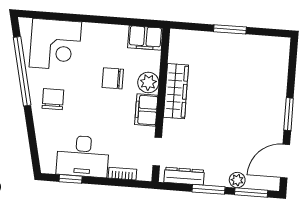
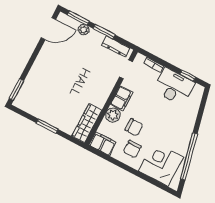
wardrobe: (176, 91) -> (87, 123), moved
chair: (53, 99) -> (132, 149), moved
window: (289, 114) -> (16, 90), moved

